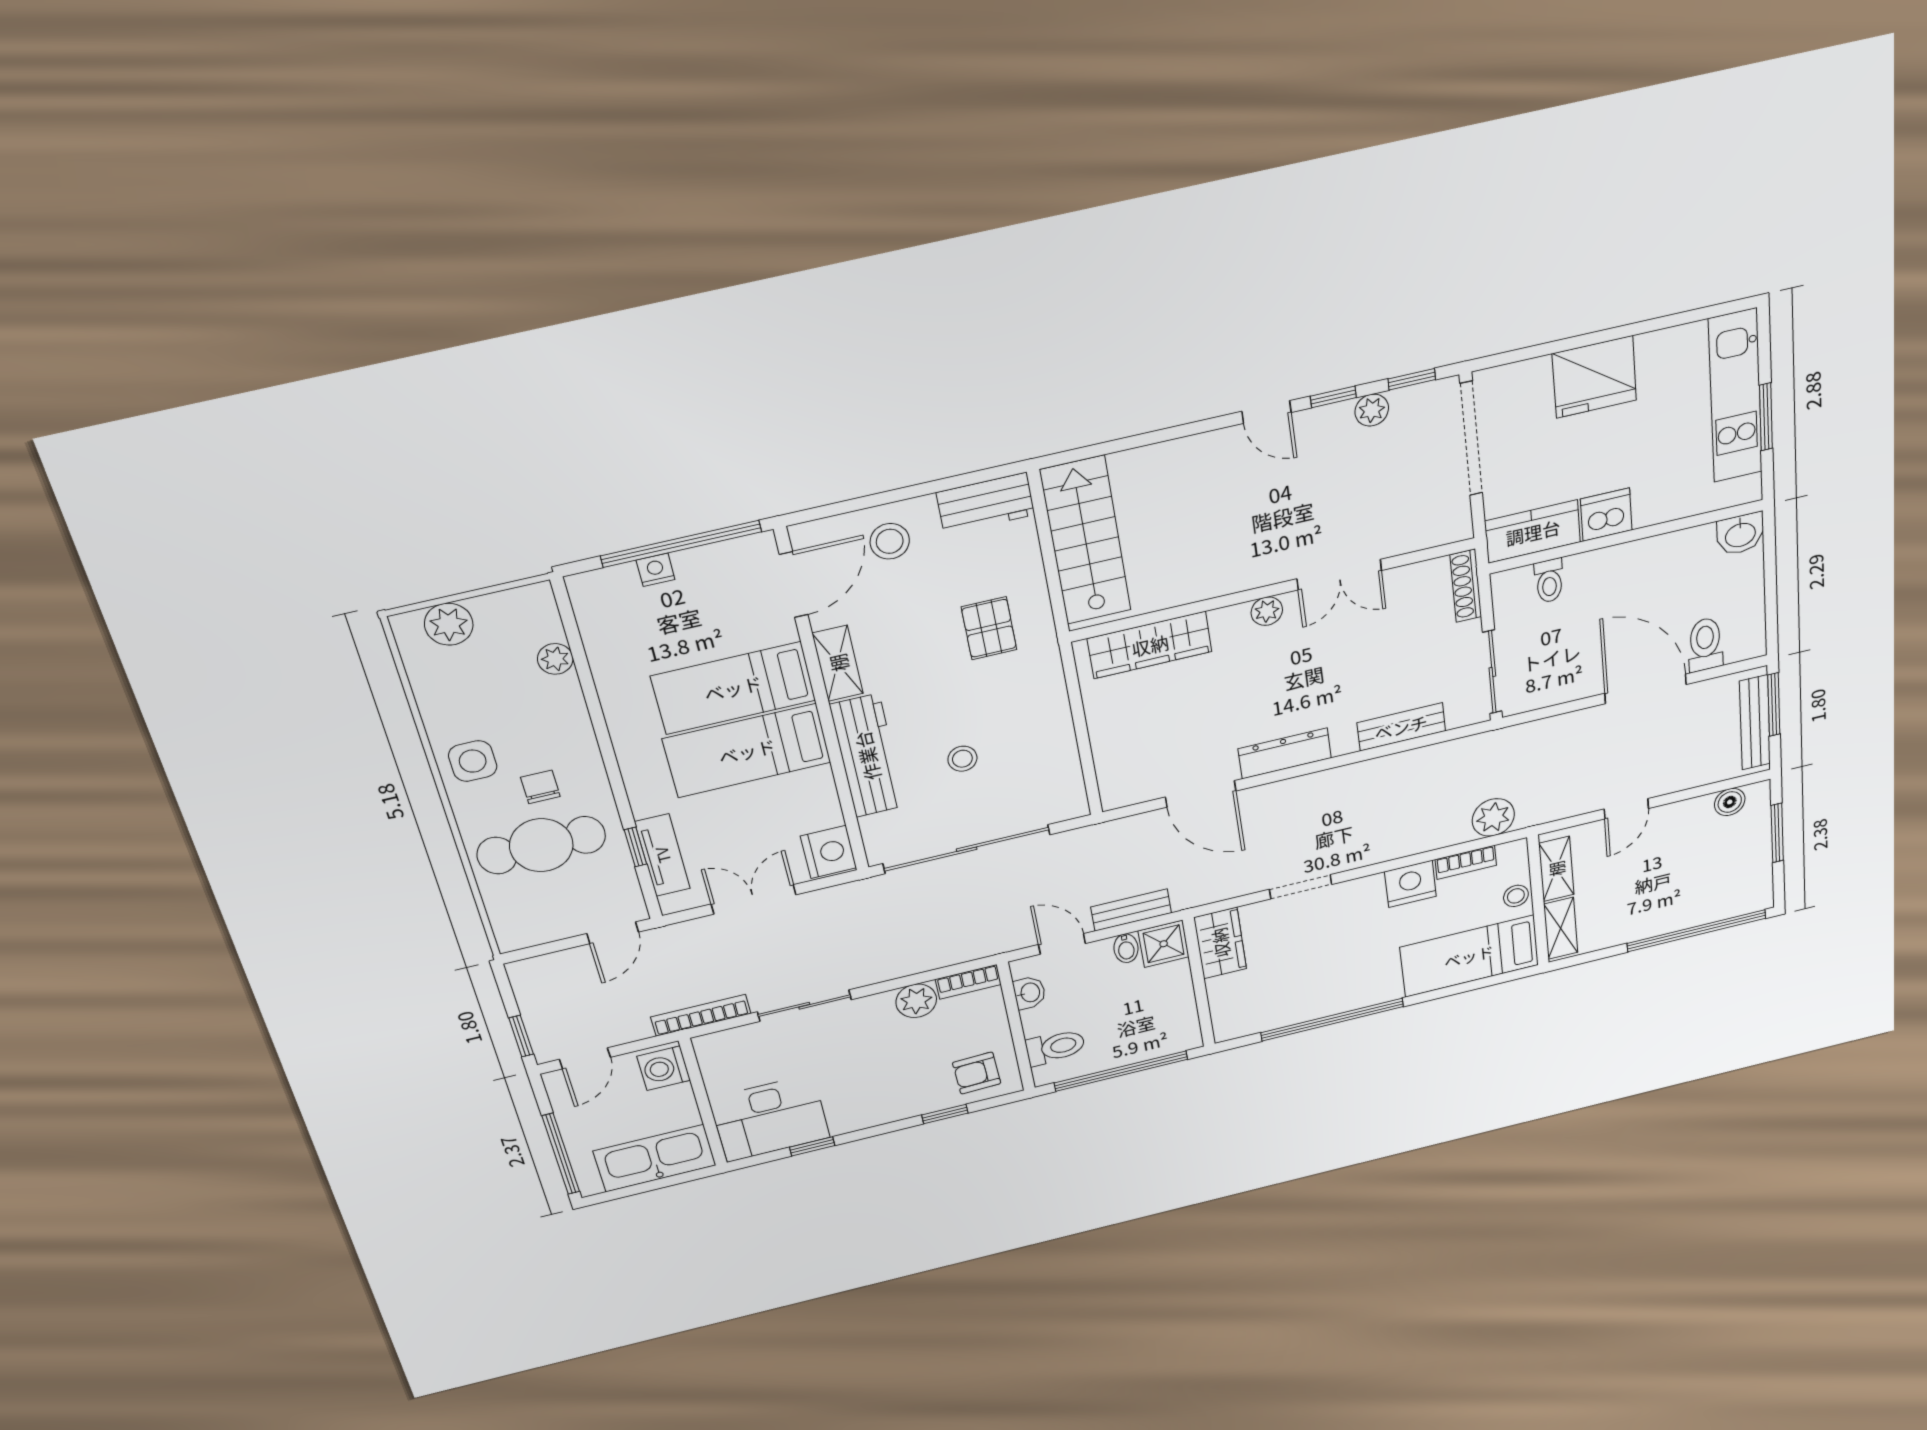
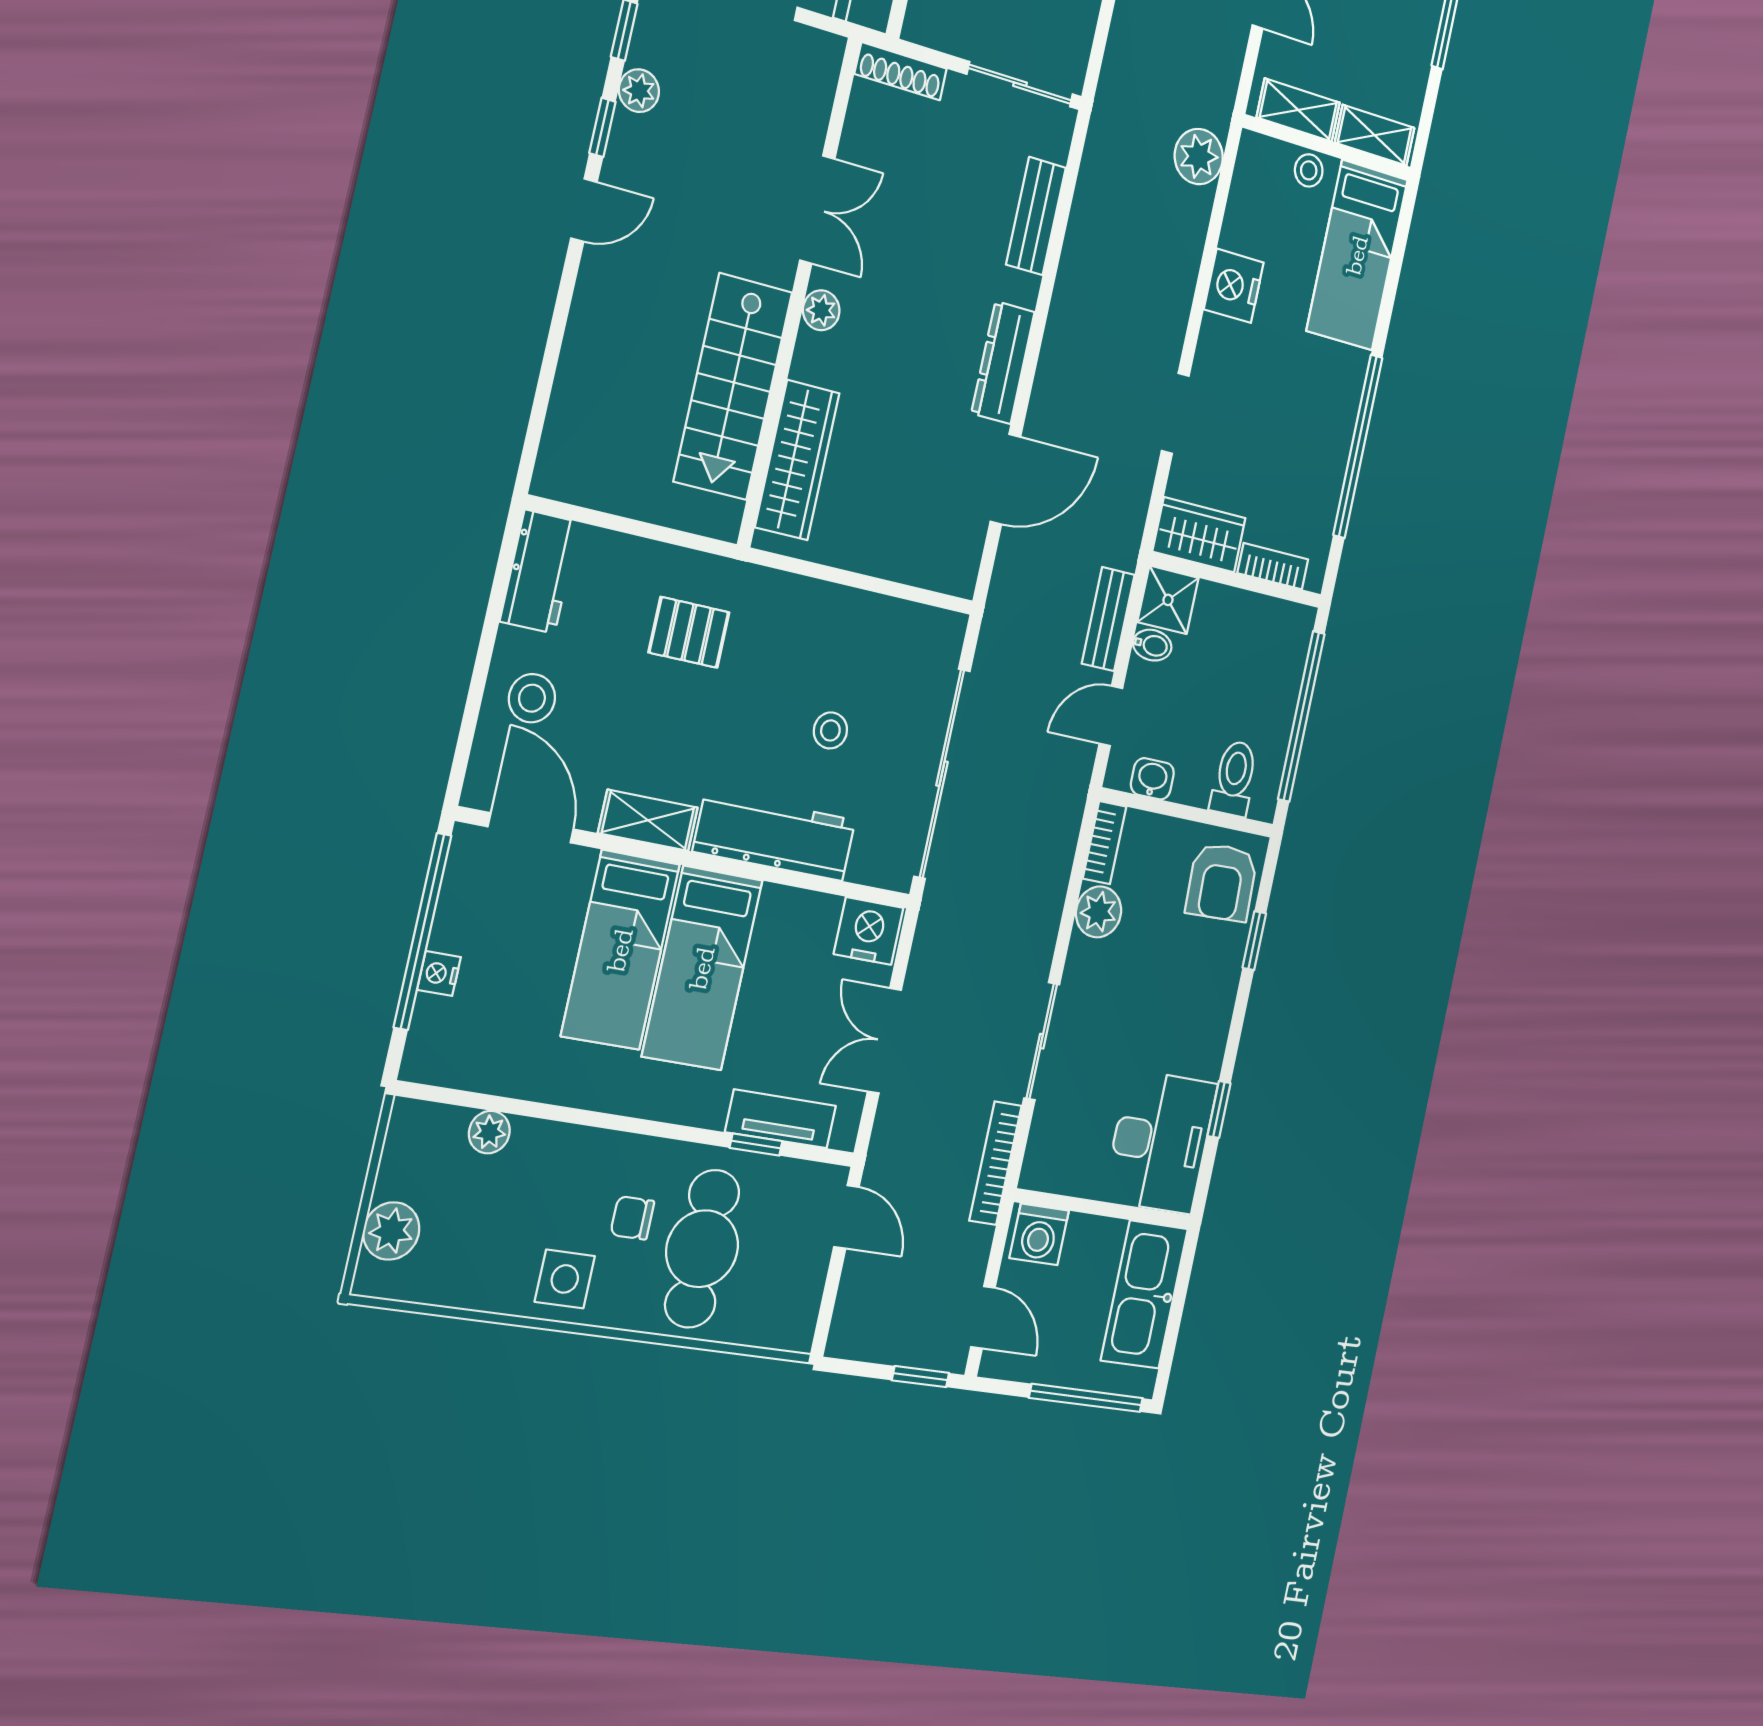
stairs: (1086, 541) -> (733, 387), moved, turned -90
bookcase: (1466, 862) -> (1273, 566), moved, turned -90
armchair: (977, 1073) -> (1222, 882), width x1.38, depth x1.38

